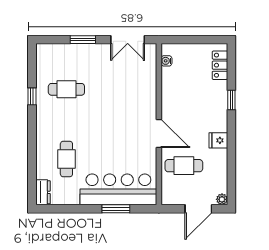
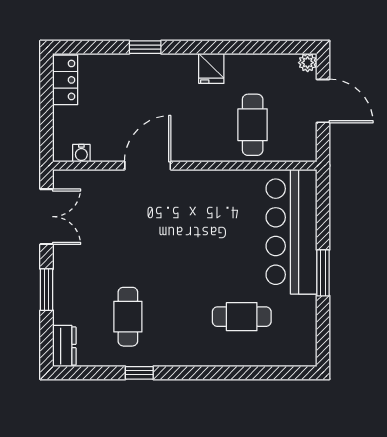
locker: (220, 65) -> (65, 80), moved, turned -90
door: (159, 134) -> (148, 166), moved
dresser: (43, 192) -> (64, 346), moved, turned 90
window: (116, 209) -> (323, 273), moved

